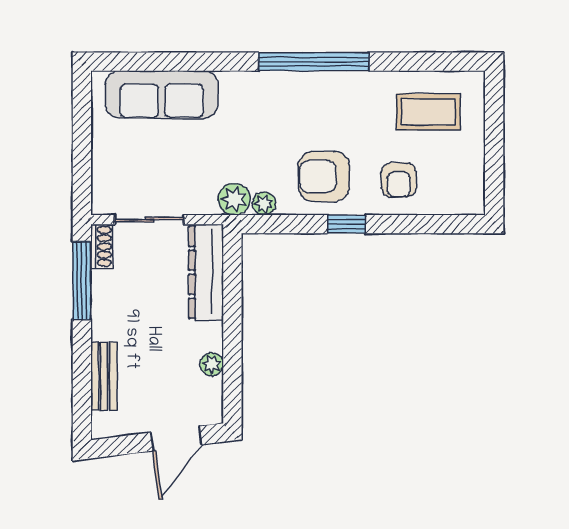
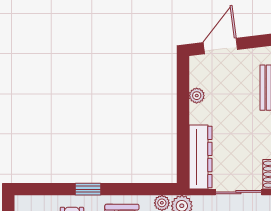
window: (346, 224) -> (88, 189), moved

